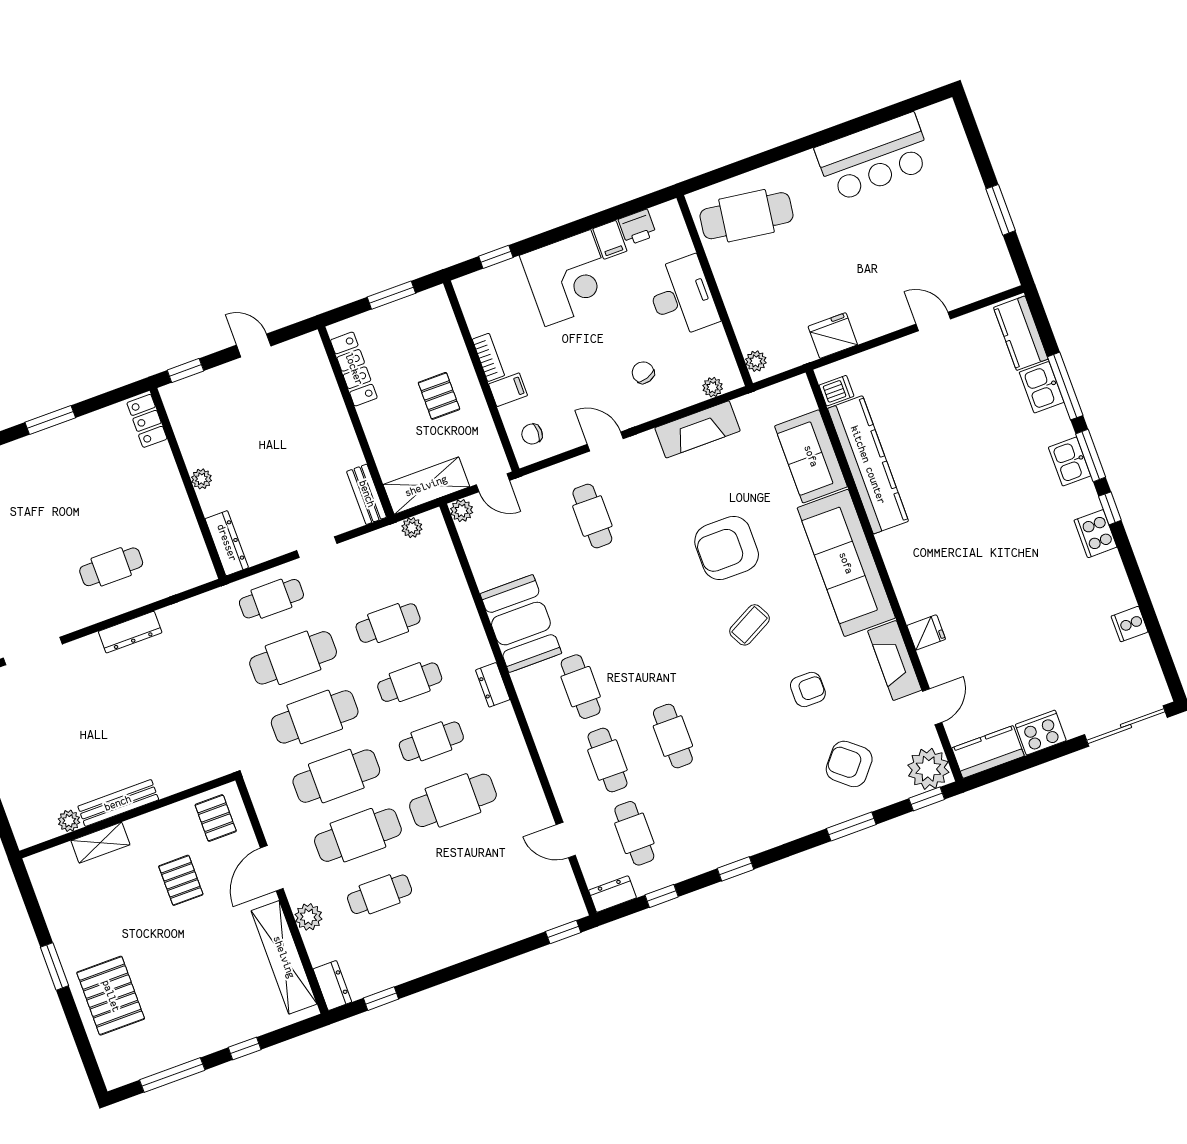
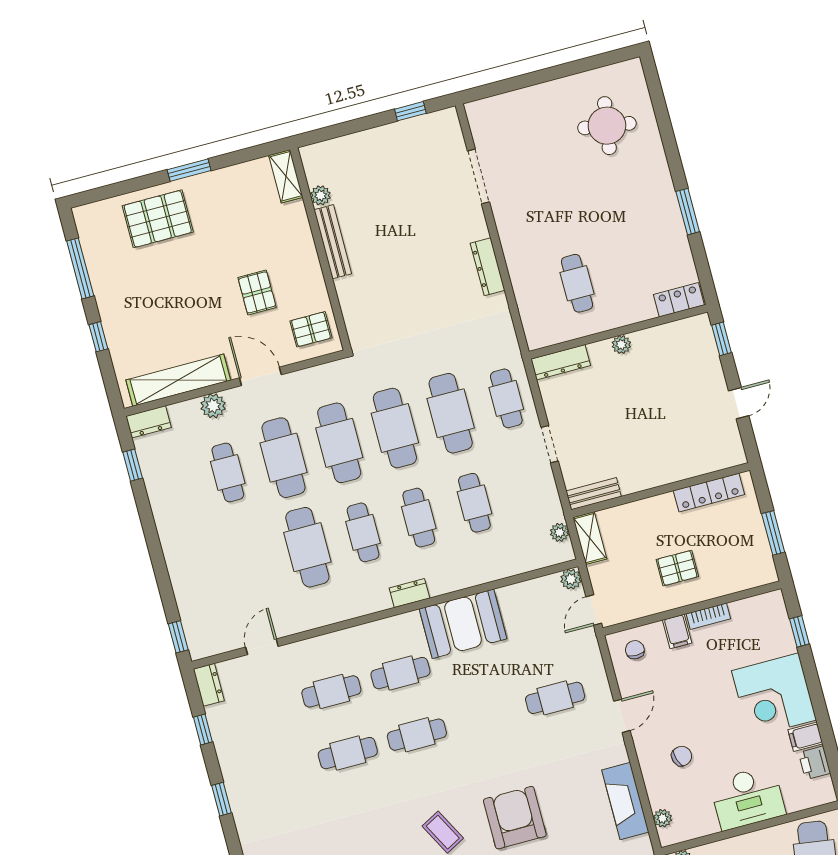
shelving: (426, 486) -> (590, 538), width x0.67, depth x0.75
cafe table: (111, 567) -> (577, 283), moved
cafe table: (634, 833) -> (417, 735), moved
shelving: (100, 843) -> (286, 176), moved
pallet: (181, 880) -> (257, 292), turned 90

